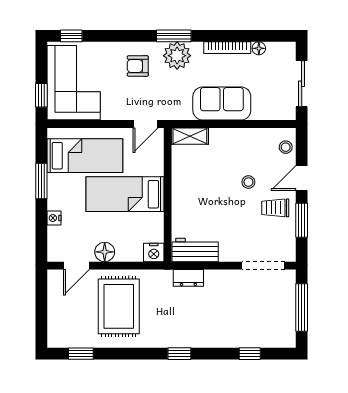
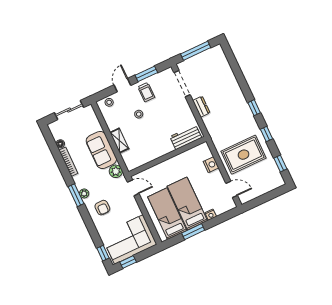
plant: (177, 56) -> (84, 193), width x0.53, depth x0.53
window: (41, 95) -> (128, 262), moved
plant: (181, 110) -> (116, 171), added
shelving: (190, 136) -> (119, 141), moved
door: (302, 178) -> (122, 85), swing flipped
bed: (125, 194) -> (187, 204), moved, turned 180
workbench: (195, 250) -> (186, 137), moved, turned 90
floor lamp: (105, 252) -> (216, 177), removed
nightstand: (154, 253) -> (211, 165), moved
dresser: (188, 278) -> (201, 107), moved
window: (250, 354) -> (266, 134), moved

